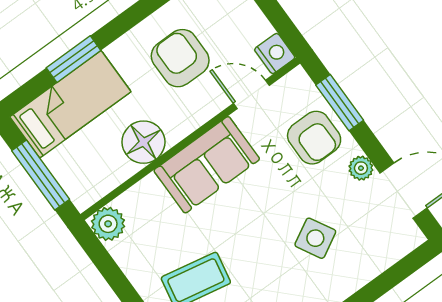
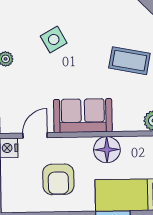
door: (251, 94) -> (35, 135), swing flipped
armchair: (314, 138) -> (19, 91), removed

